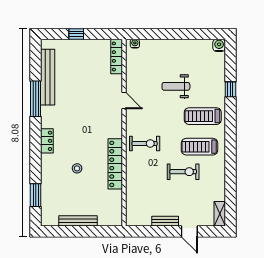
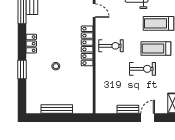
locker: (115, 164) -> (87, 46), moved
window: (36, 195) -> (22, 70), moved
door: (189, 231) -> (148, 118), swing flipped

